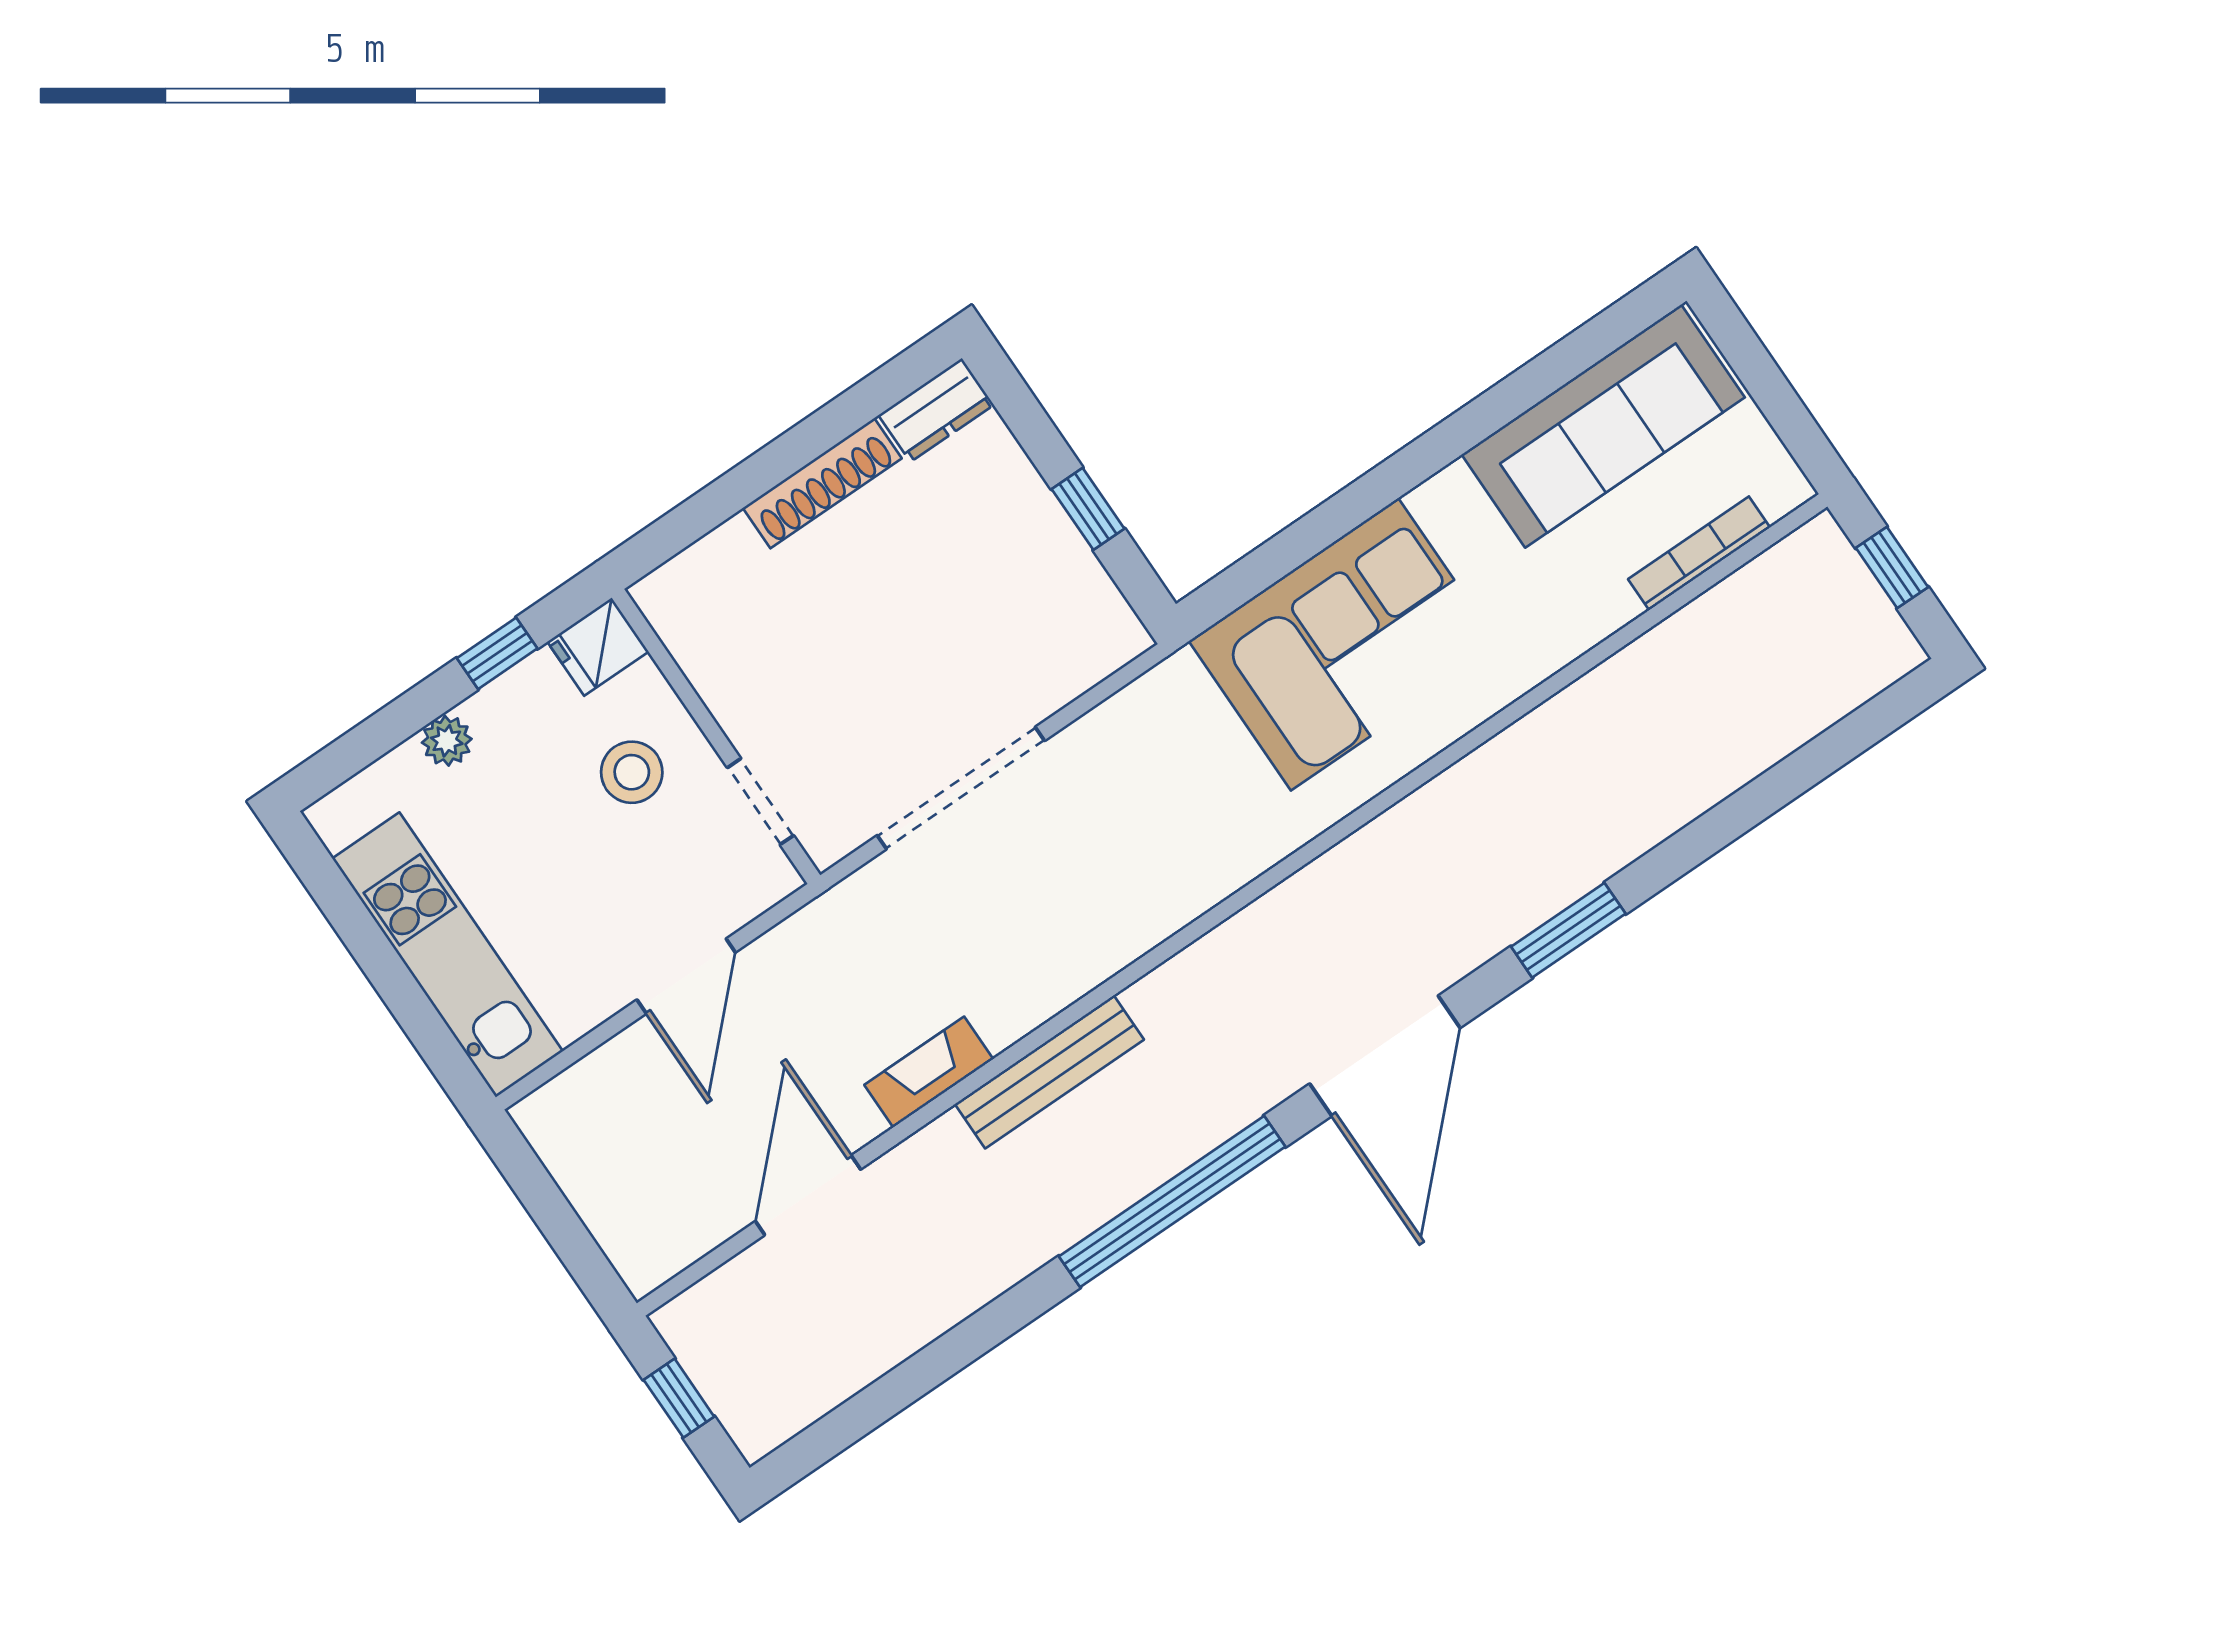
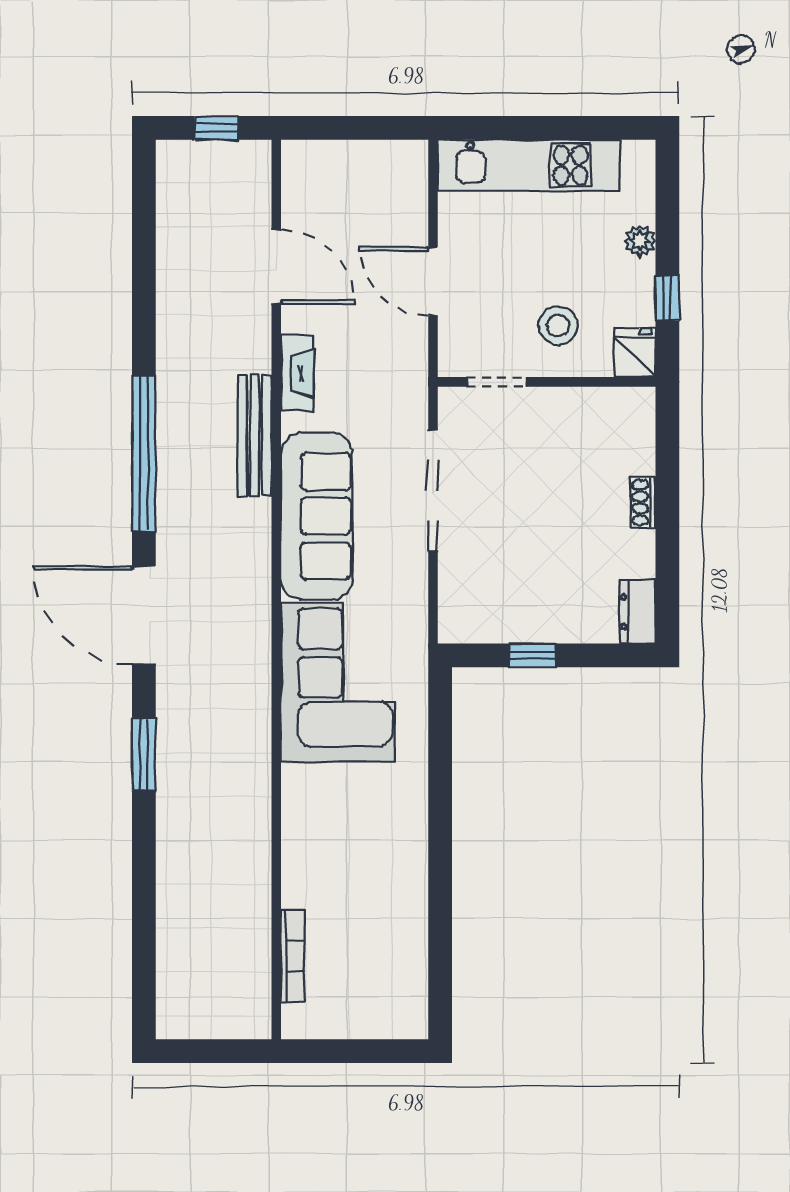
sofa: (1603, 426) -> (316, 516), moved, turned 180
shoe rack: (822, 483) -> (643, 503), width x0.51, depth x0.81
window: (1892, 568) -> (217, 1051), removed
corner sofa: (1344, 644) -> (338, 683), moved, turned 180

